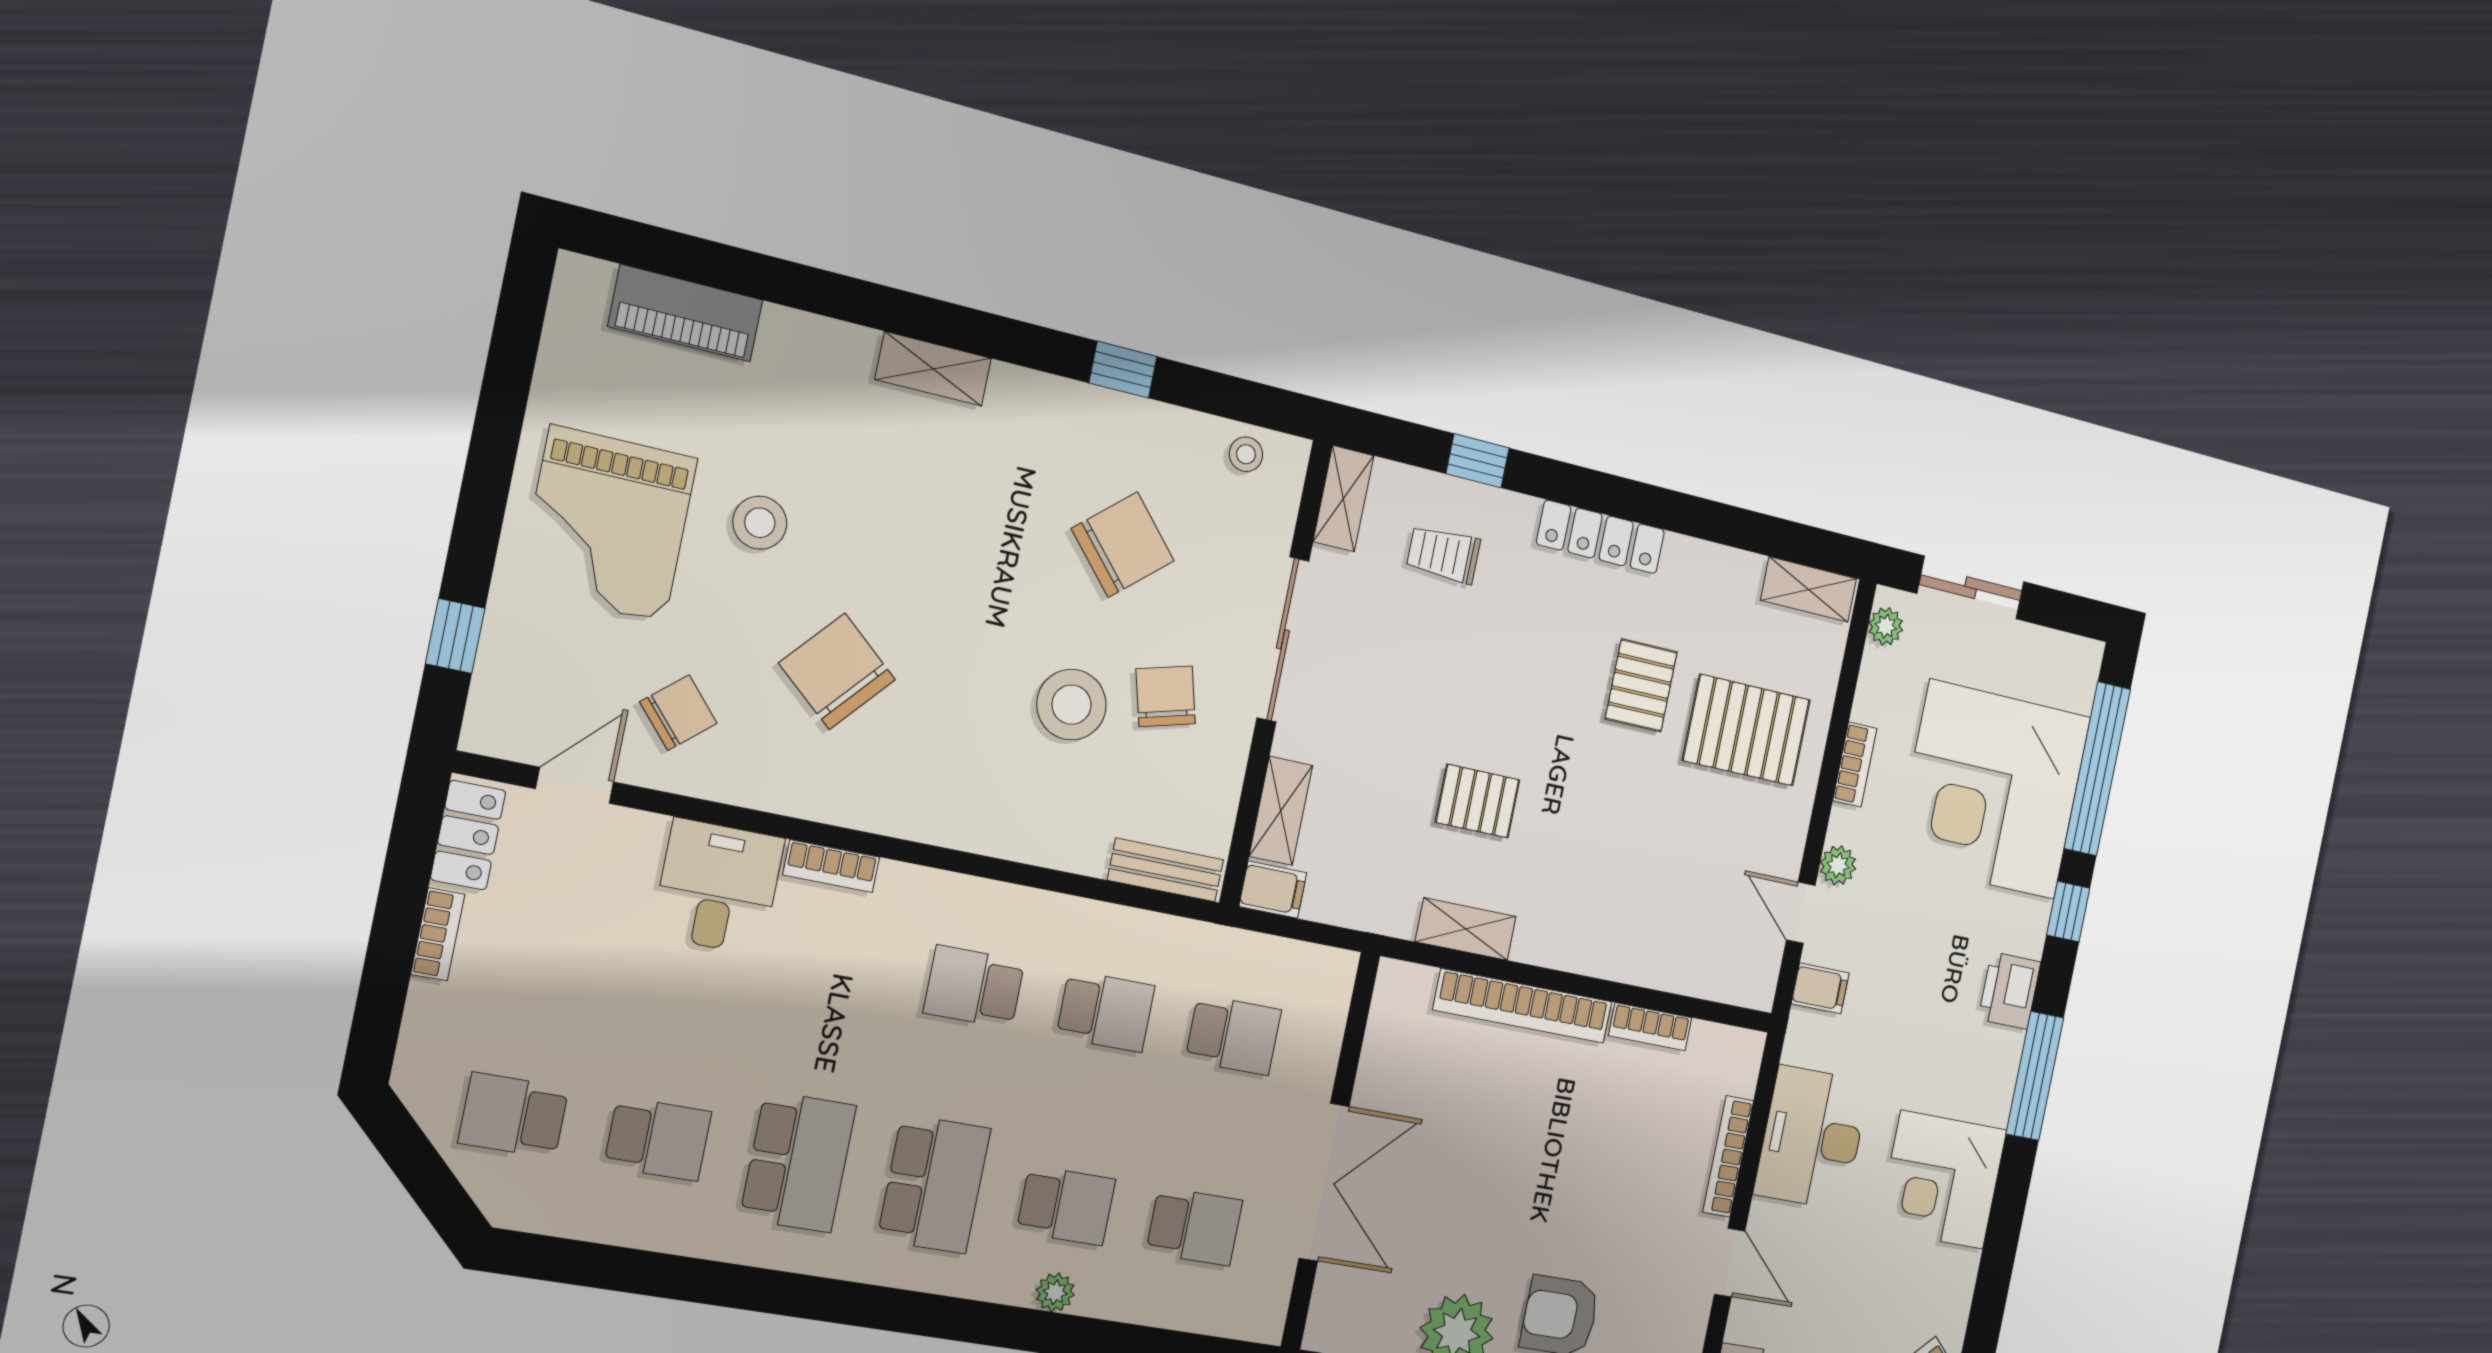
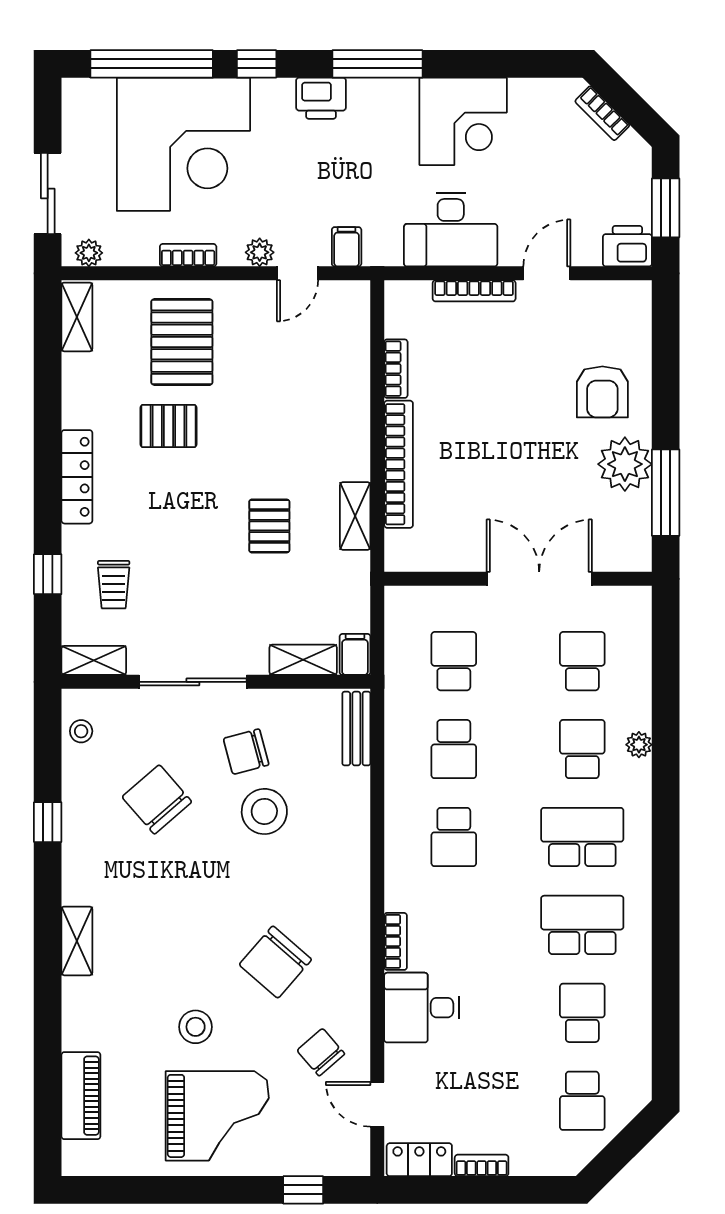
school desk: (1106, 1011) -> (454, 749), turned 180

